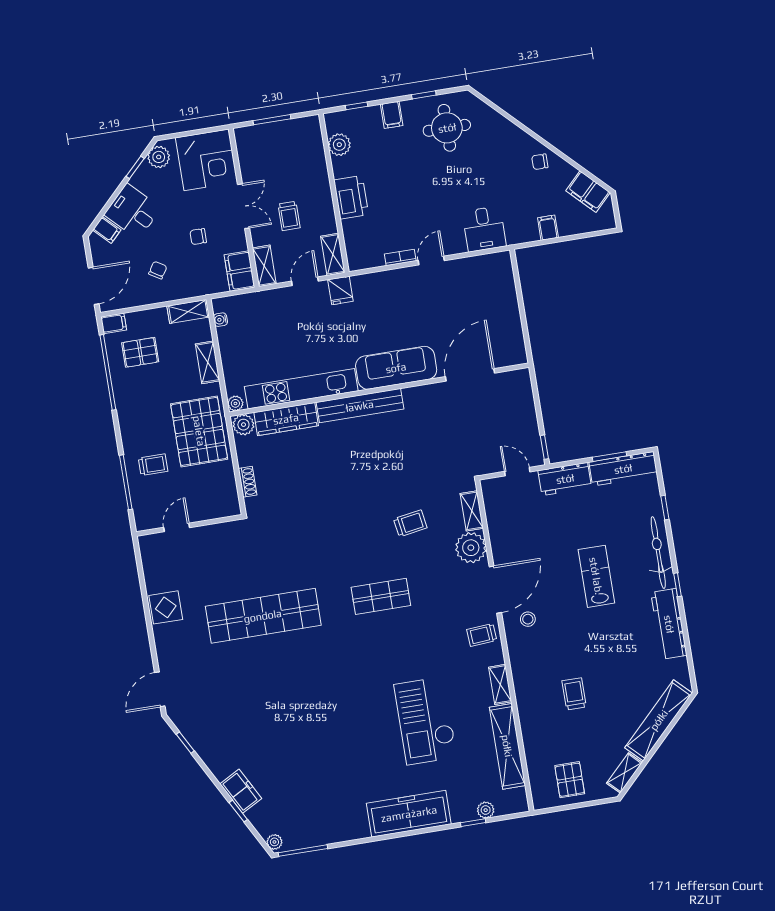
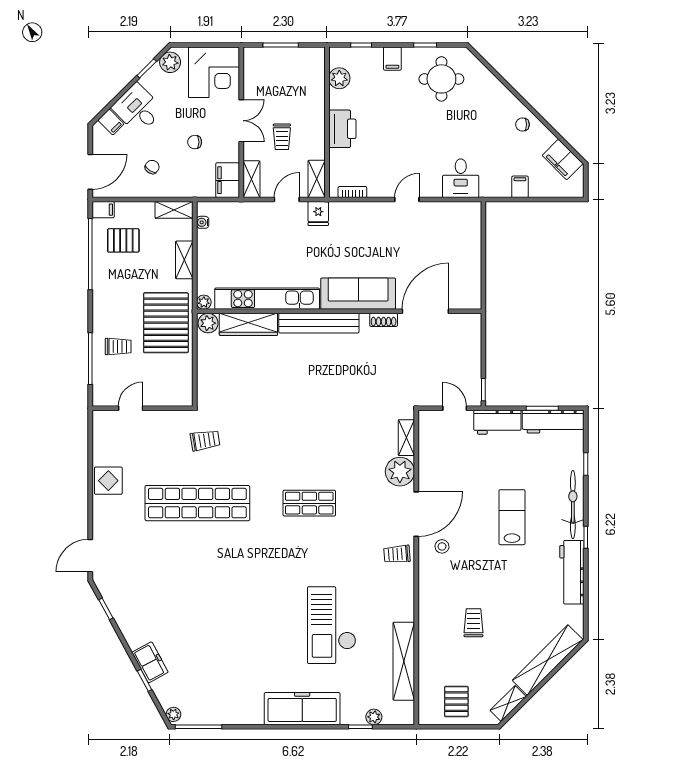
bookcase: (400, 257) -> (352, 192), moved
shoe rack: (248, 482) -> (384, 320), moved, turned 90
trolley: (410, 523) -> (205, 440), moved
shelving: (500, 684) -> (406, 603), removed

